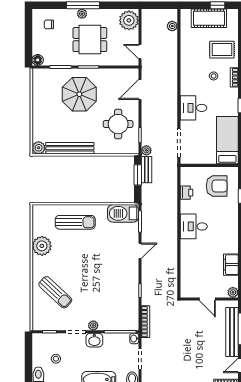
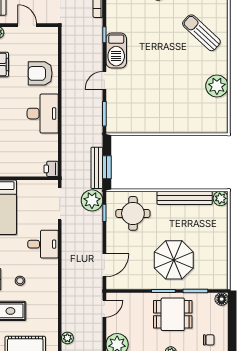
dining table: (90, 40) -> (173, 314), moved
door: (140, 52) -> (104, 309), hinge flipped
round table: (118, 124) -> (133, 213), moved
plant: (146, 150) -> (92, 200), width x1.88, depth x1.88
bench: (147, 170) -> (97, 168), width x1.36
armchair: (217, 186) -> (40, 73), moved
printer: (186, 193) -> (51, 169), moved
barbecue: (123, 213) -> (116, 50), moved, turned 90
sun lounger: (75, 222) -> (179, 113), removed
desk: (194, 226) -> (43, 114), width x1.37

